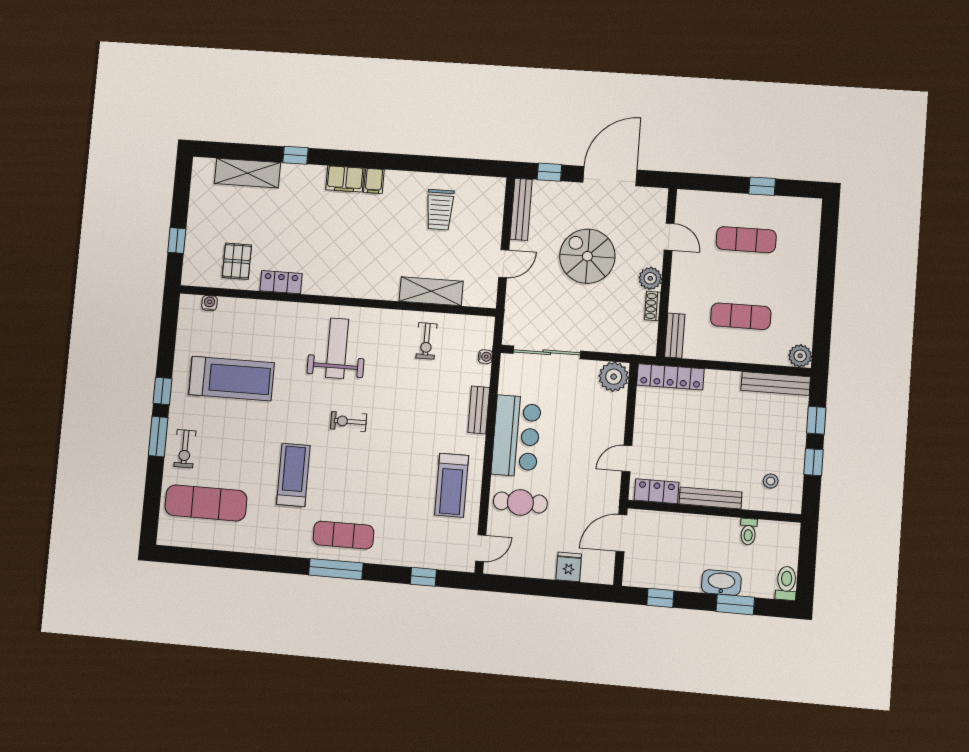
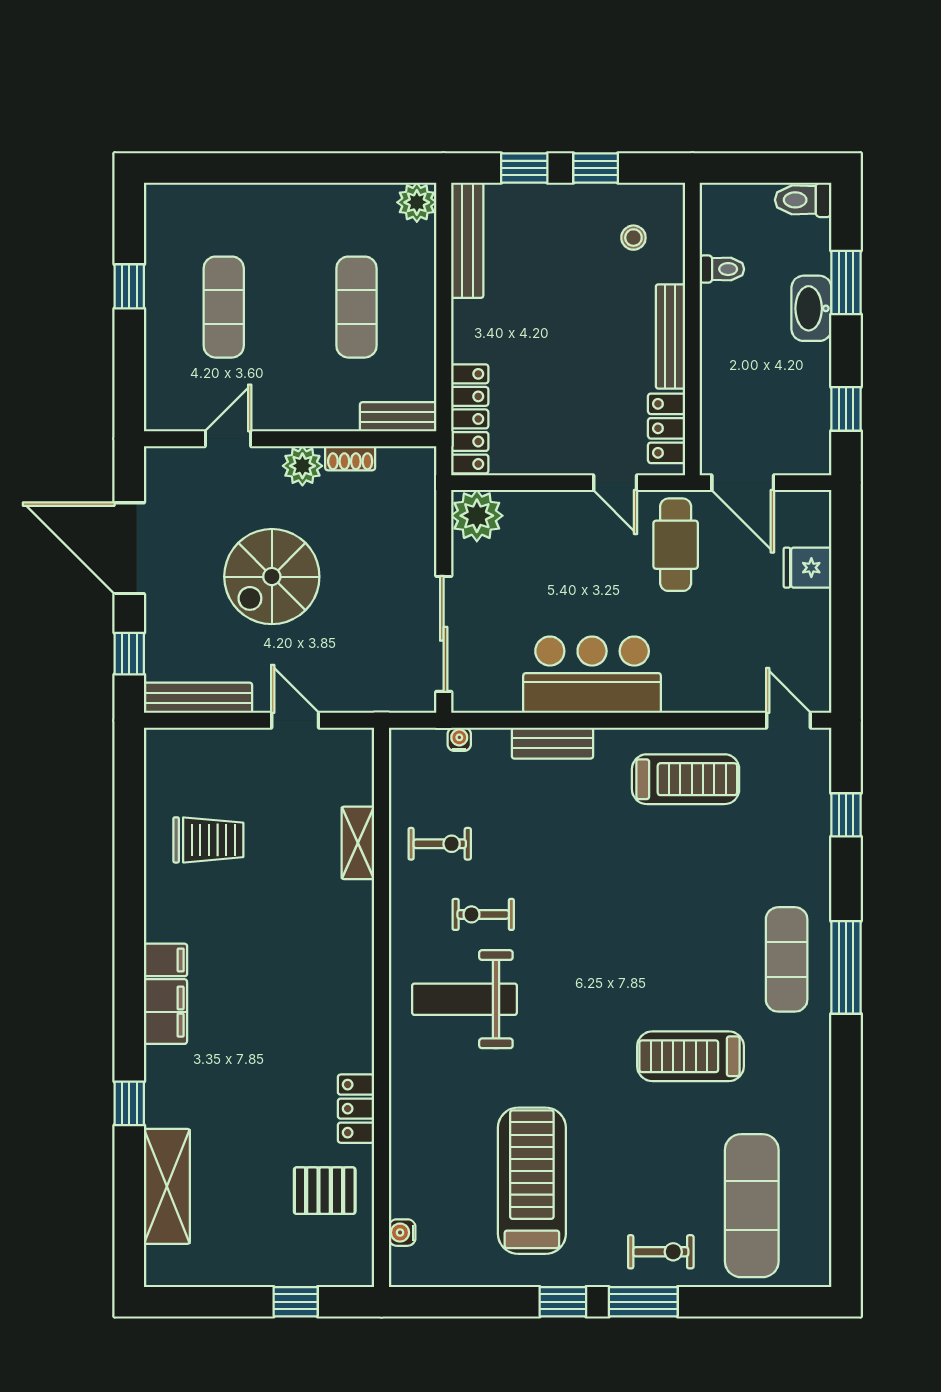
shelving: (431, 291) -> (358, 843), width x0.67, depth x0.75
exercise bike: (349, 421) -> (483, 914), moved, turned 90
cafe table: (520, 502) -> (676, 545), moved

